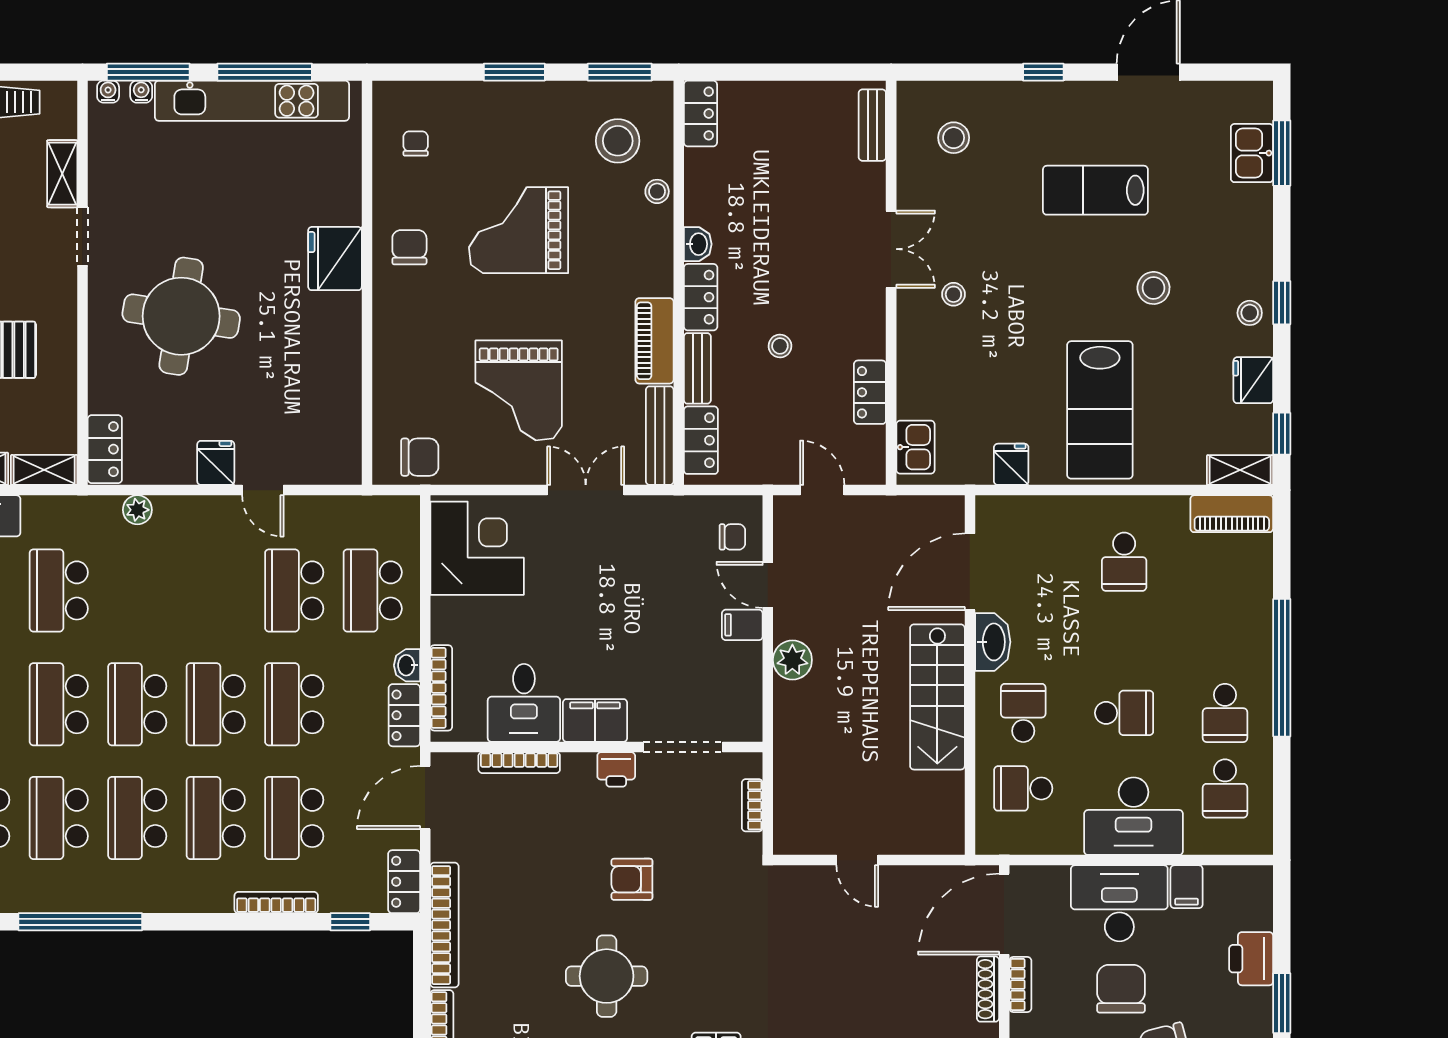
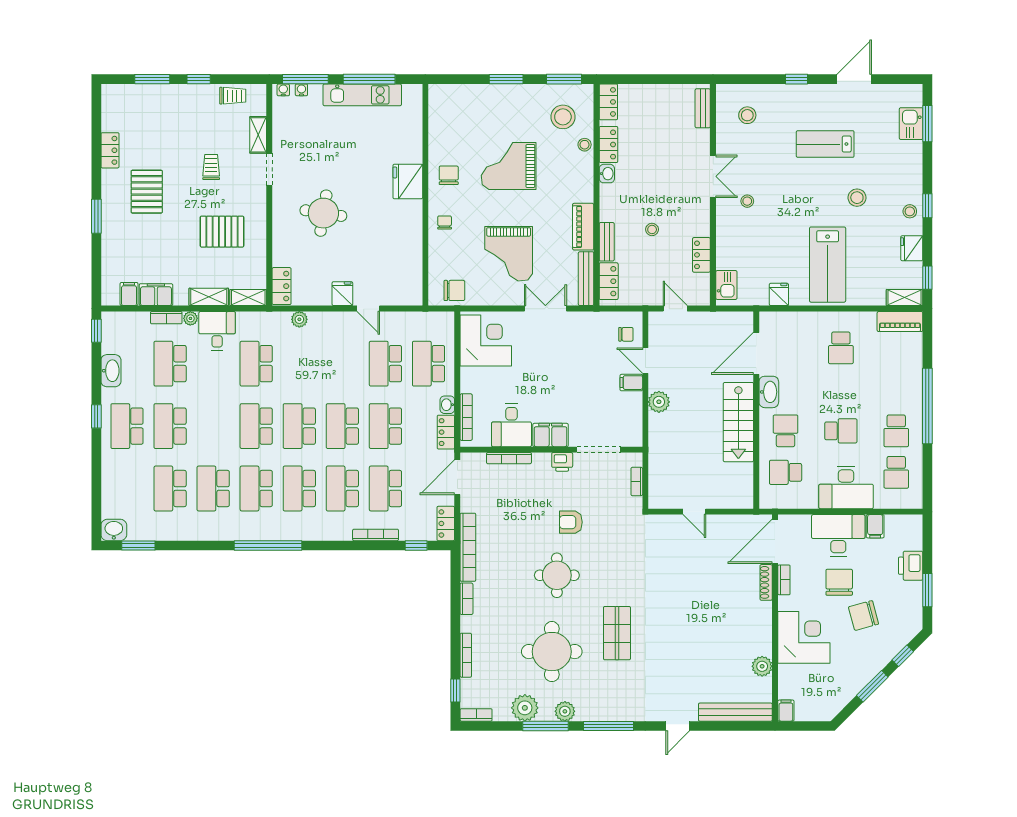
kitchen unit: (252, 101) -> (362, 95), width x0.73
chair: (416, 144) -> (445, 223), moved
locker: (701, 297) -> (608, 144), moved
round table: (181, 316) -> (323, 213), width x0.73, depth x0.73

